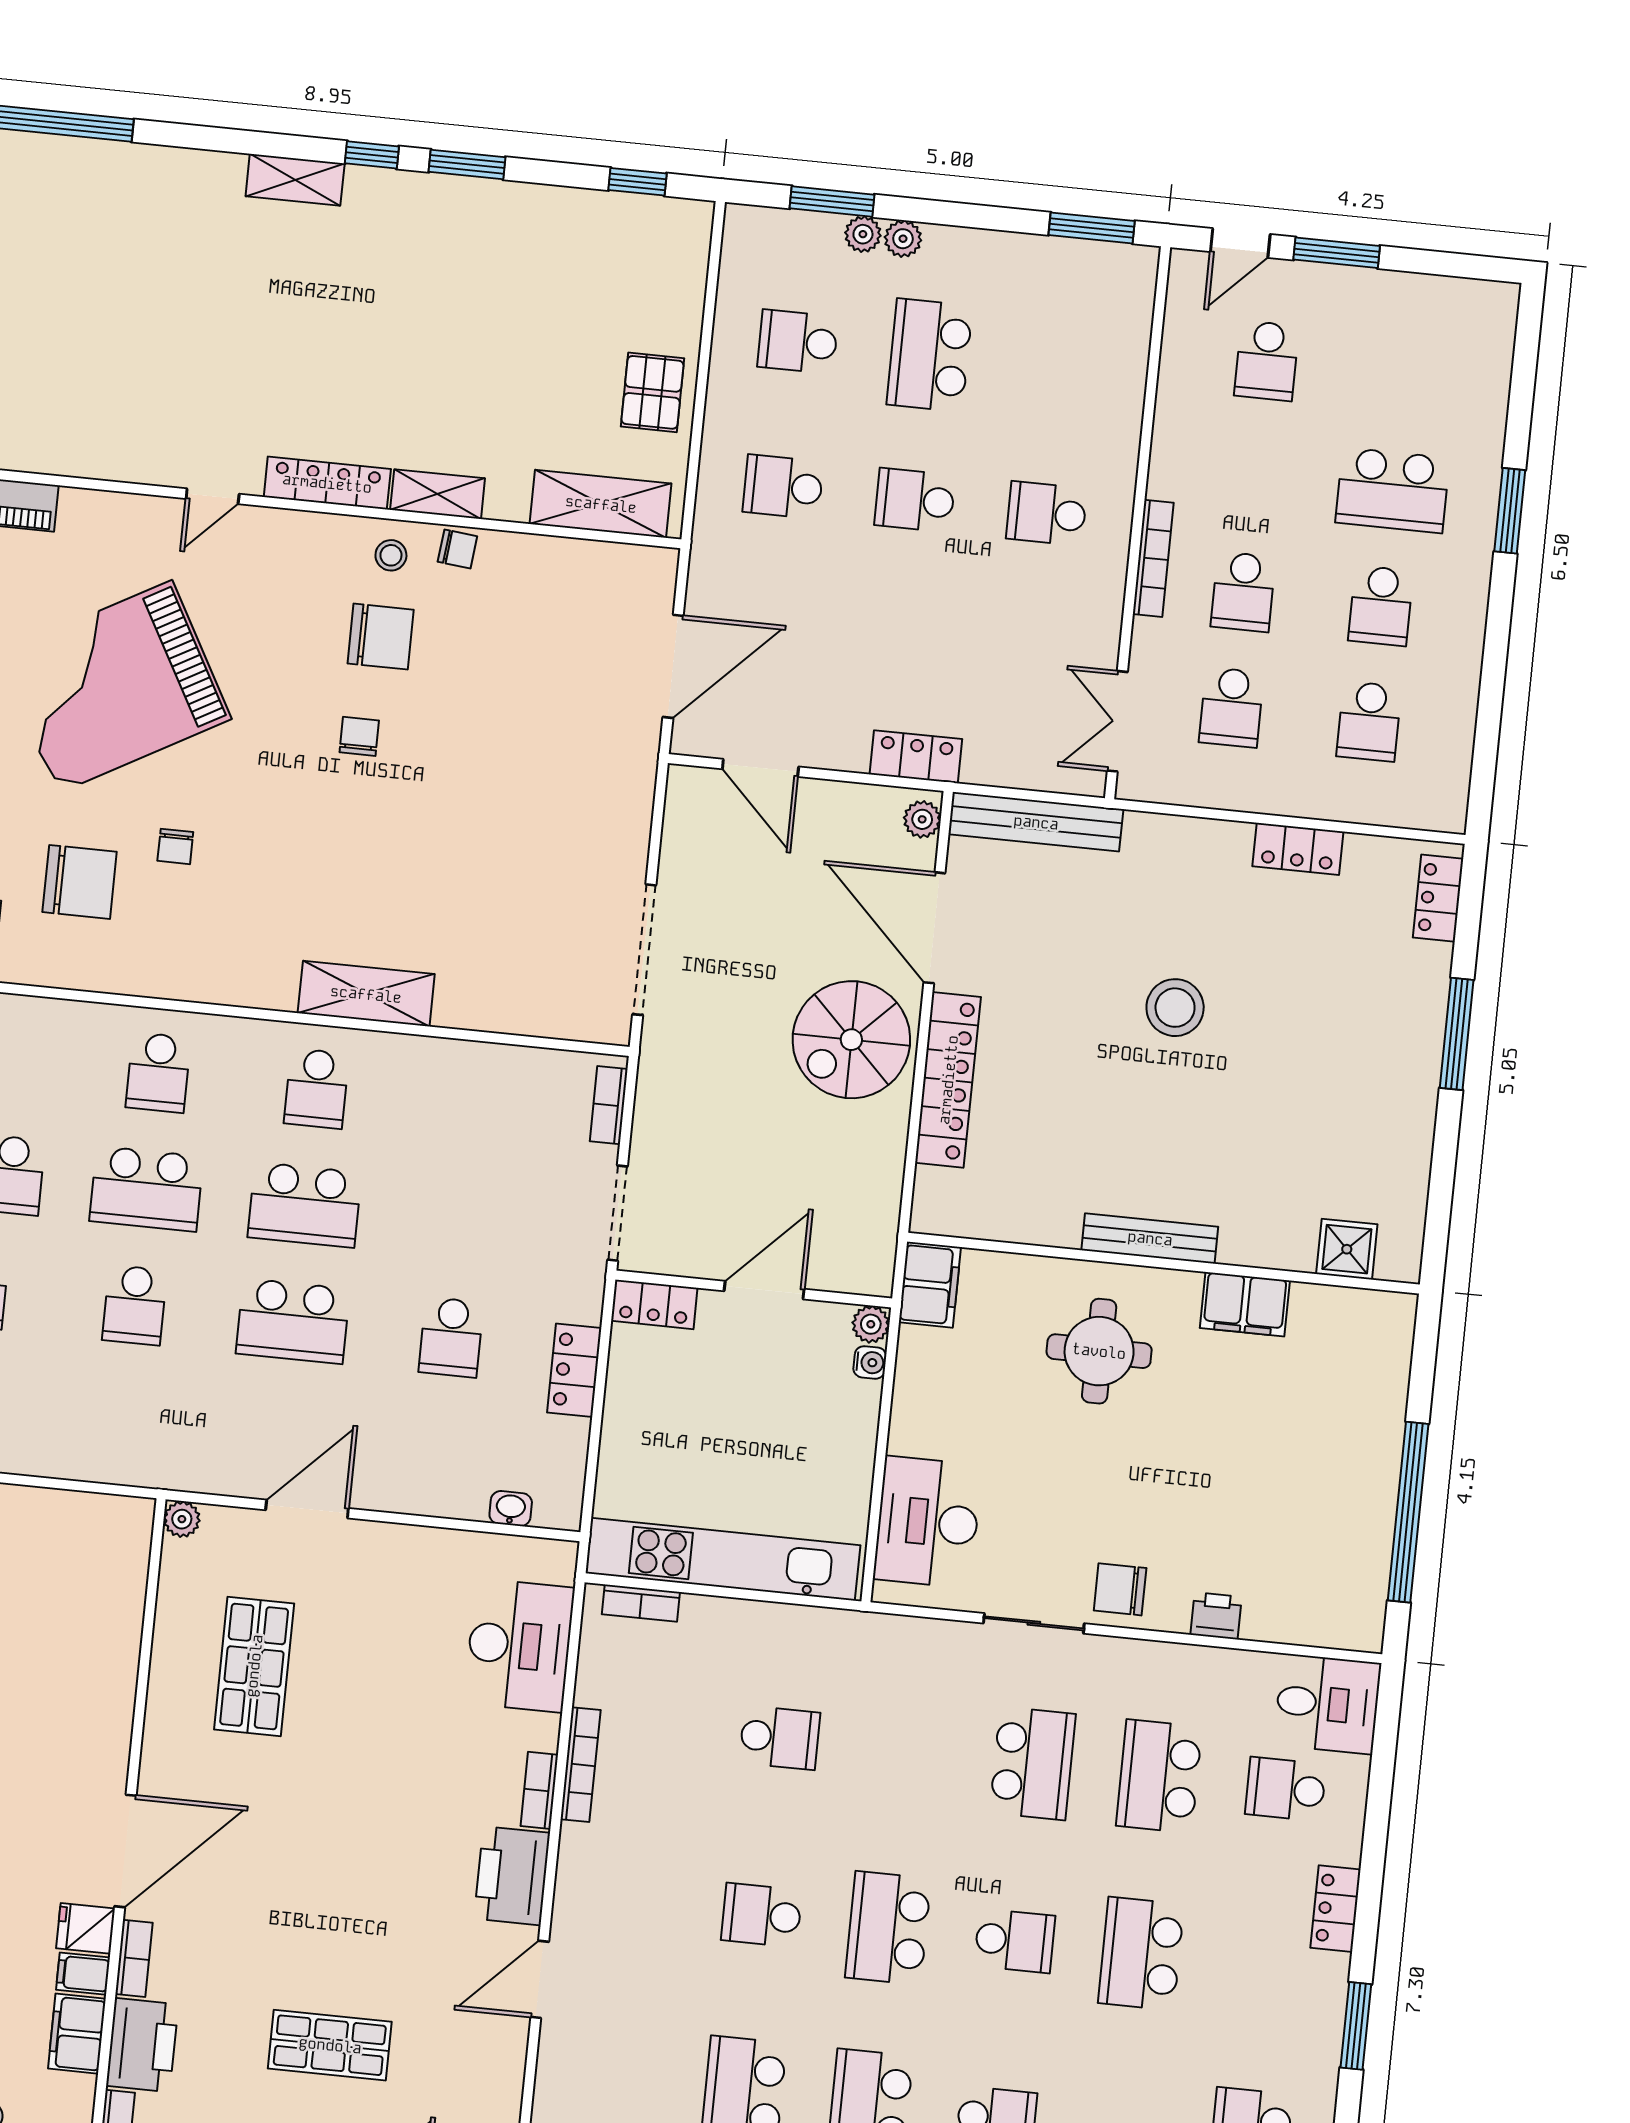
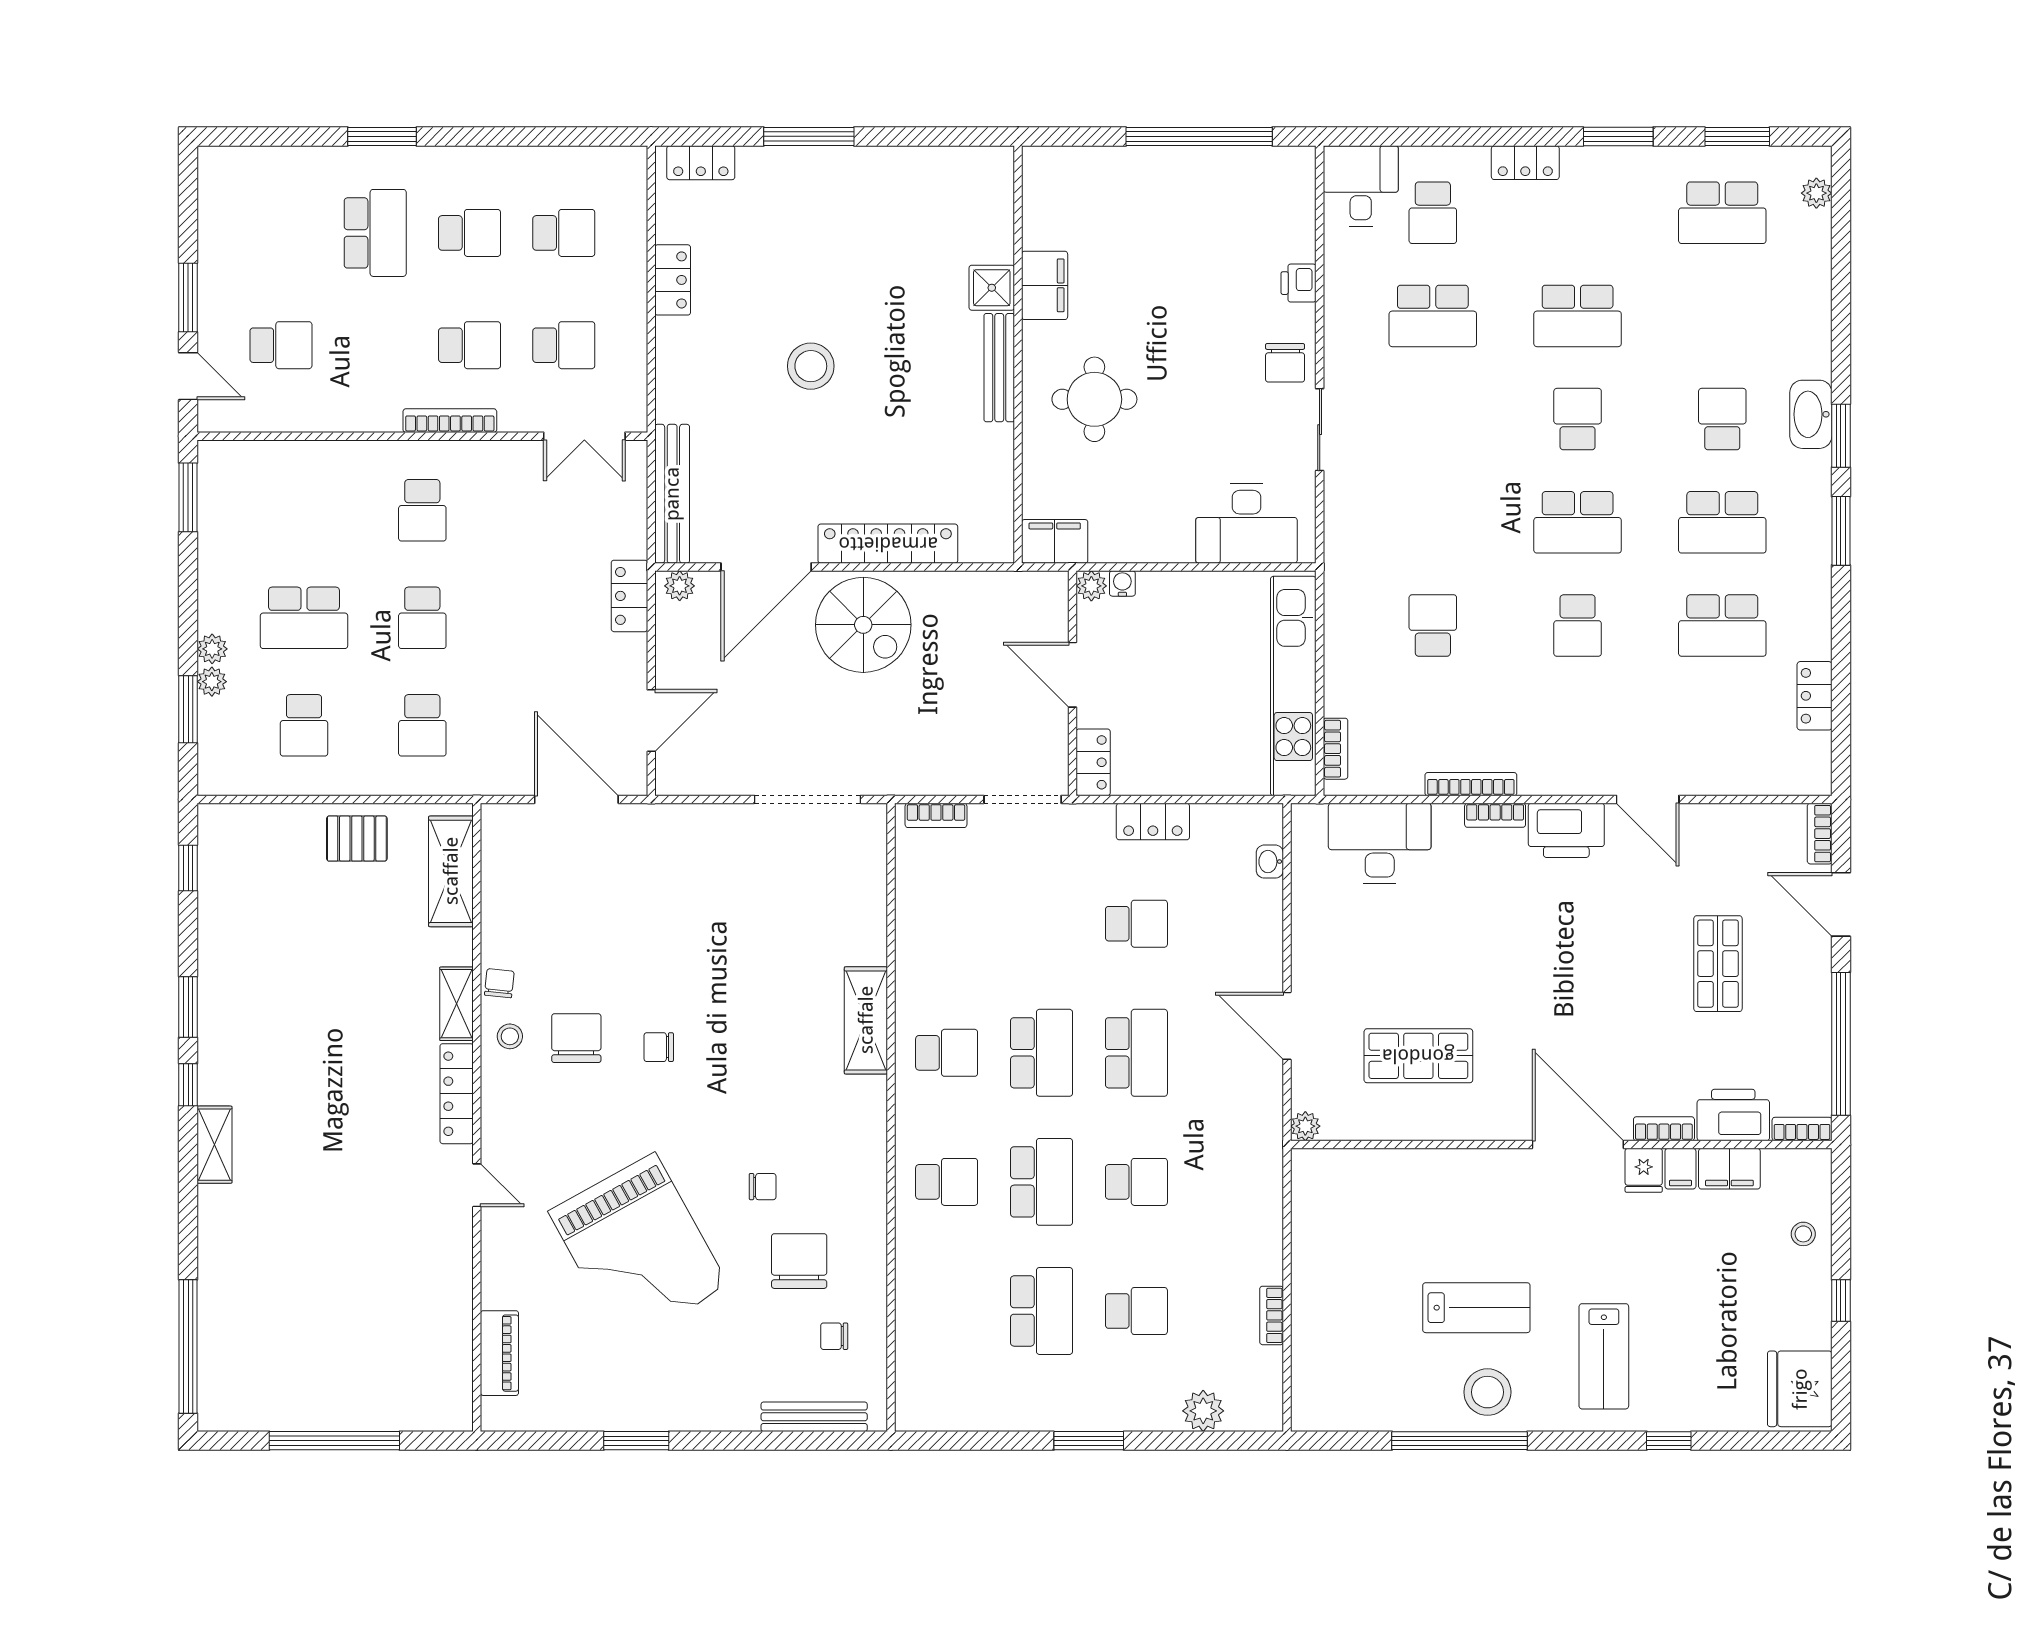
shower: (1347, 1249) -> (992, 288), moved
school desk: (1033, 1763) -> (1433, 419), removed

